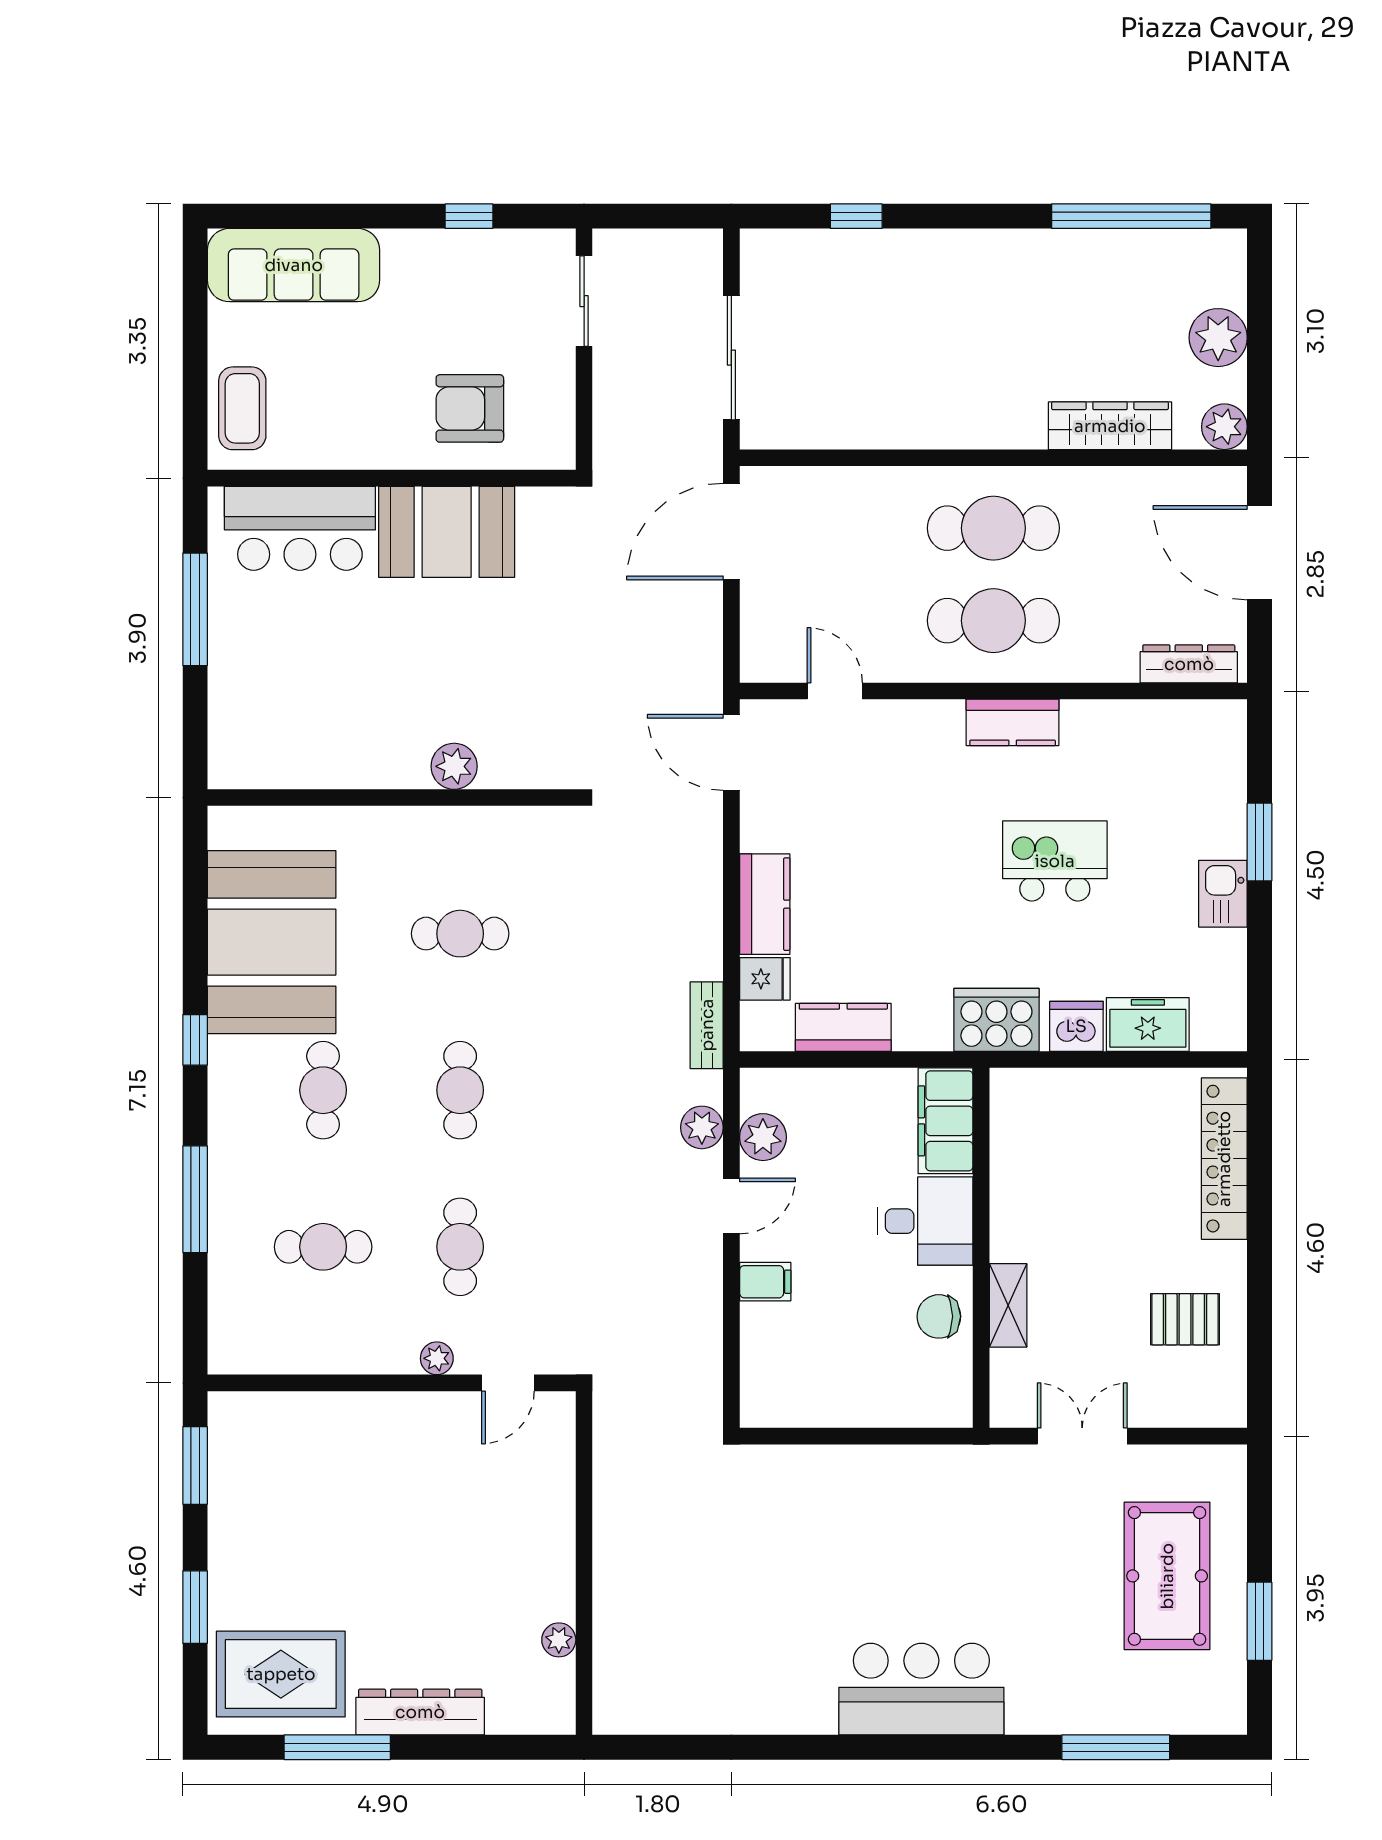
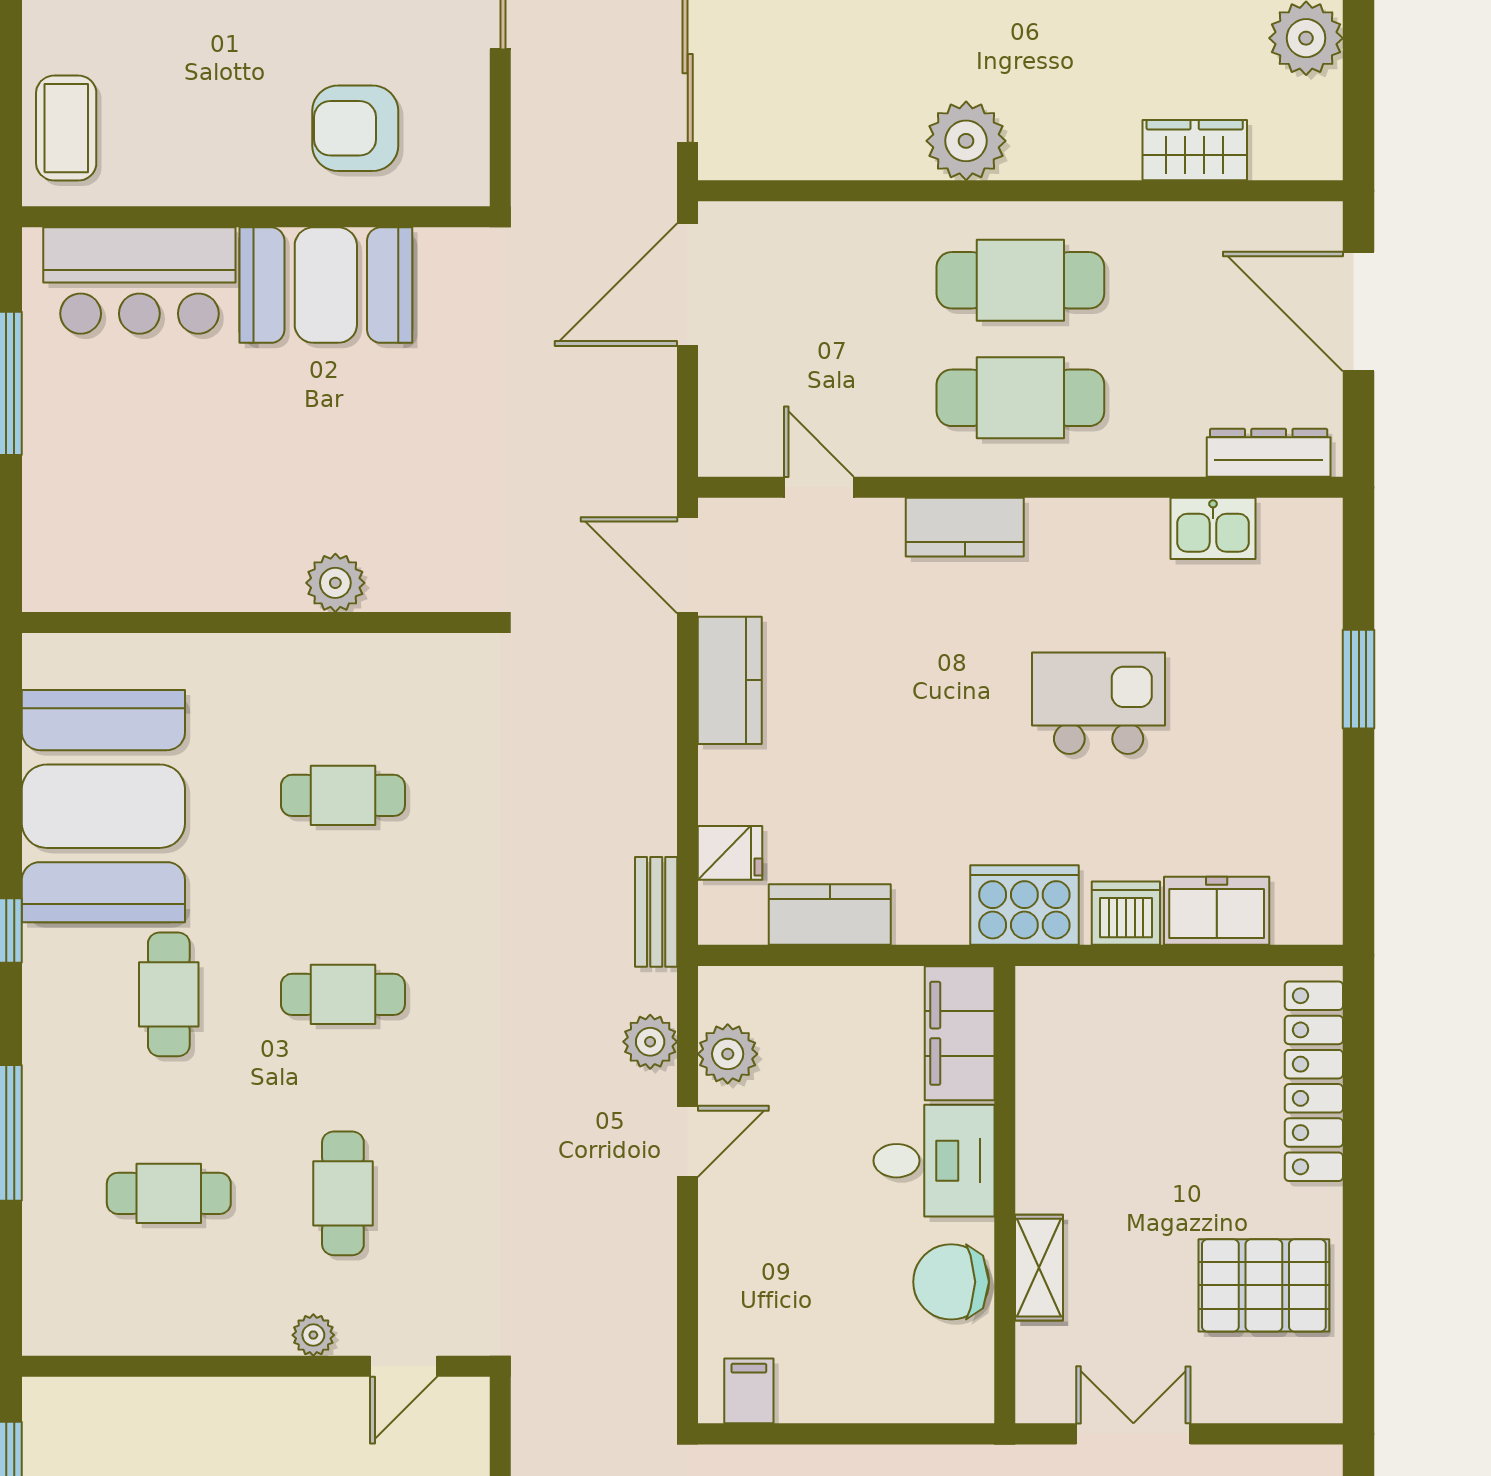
wardrobe: (1110, 426) -> (1195, 150), width x0.67
plant: (1224, 427) -> (966, 141), moved, width x1.36, depth x1.36
kitchen counter: (1013, 722) -> (965, 527), moved
kitchen sink: (1223, 894) -> (1213, 528), moved, turned -90
kitchen counter: (765, 904) -> (730, 680), moved
cafe table: (460, 1090) -> (343, 994), turned 90
filing cabinet: (765, 1282) -> (749, 1391), moved, turned -90
chair: (939, 1316) -> (951, 1282), width x1.37, depth x1.37
pallet: (1185, 1319) -> (1264, 1285), width x1.50, depth x1.42

